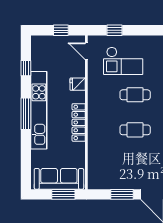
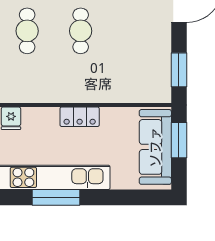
locker: (79, 122) -> (80, 117), width x0.66
window: (122, 194) -> (179, 70), moved

